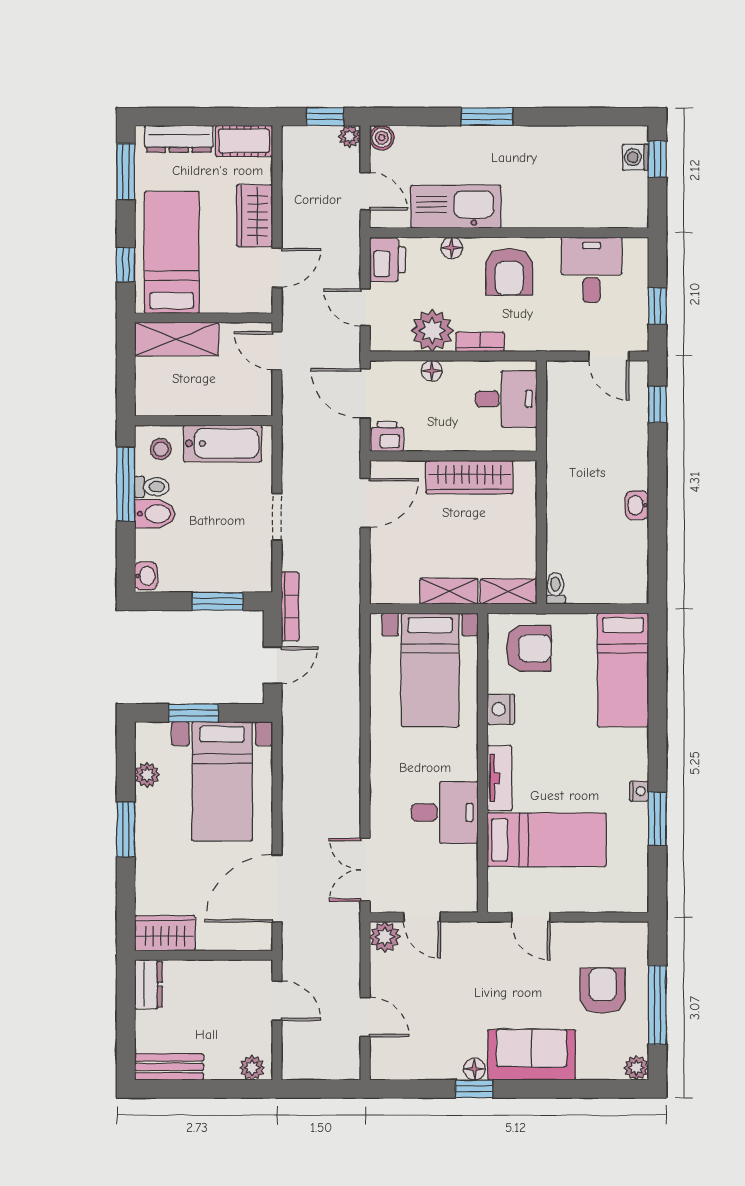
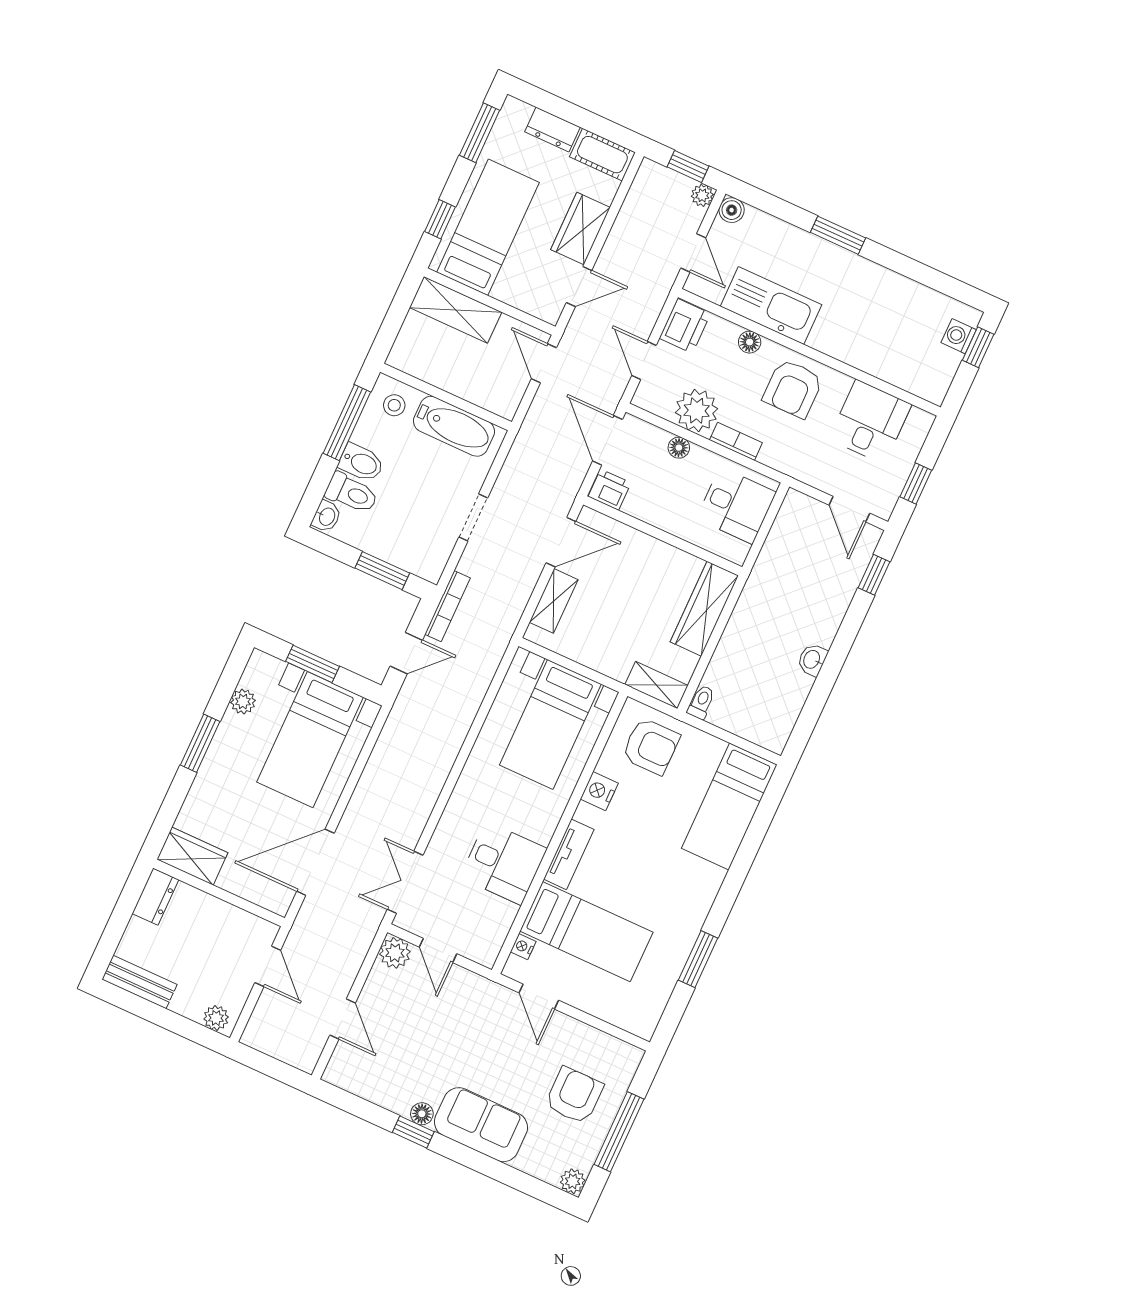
dresser: (179, 139) -> (552, 129), width x0.70
wardrobe: (469, 477) -> (704, 609), moved, turned 90
toilet: (152, 487) -> (352, 493), moved, width x1.37, depth x1.39
shelving: (449, 591) -> (554, 601), moved, turned 90
nightstand: (639, 791) -> (523, 947), moved, turned 180

